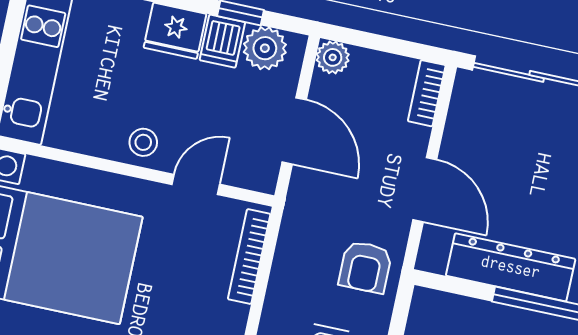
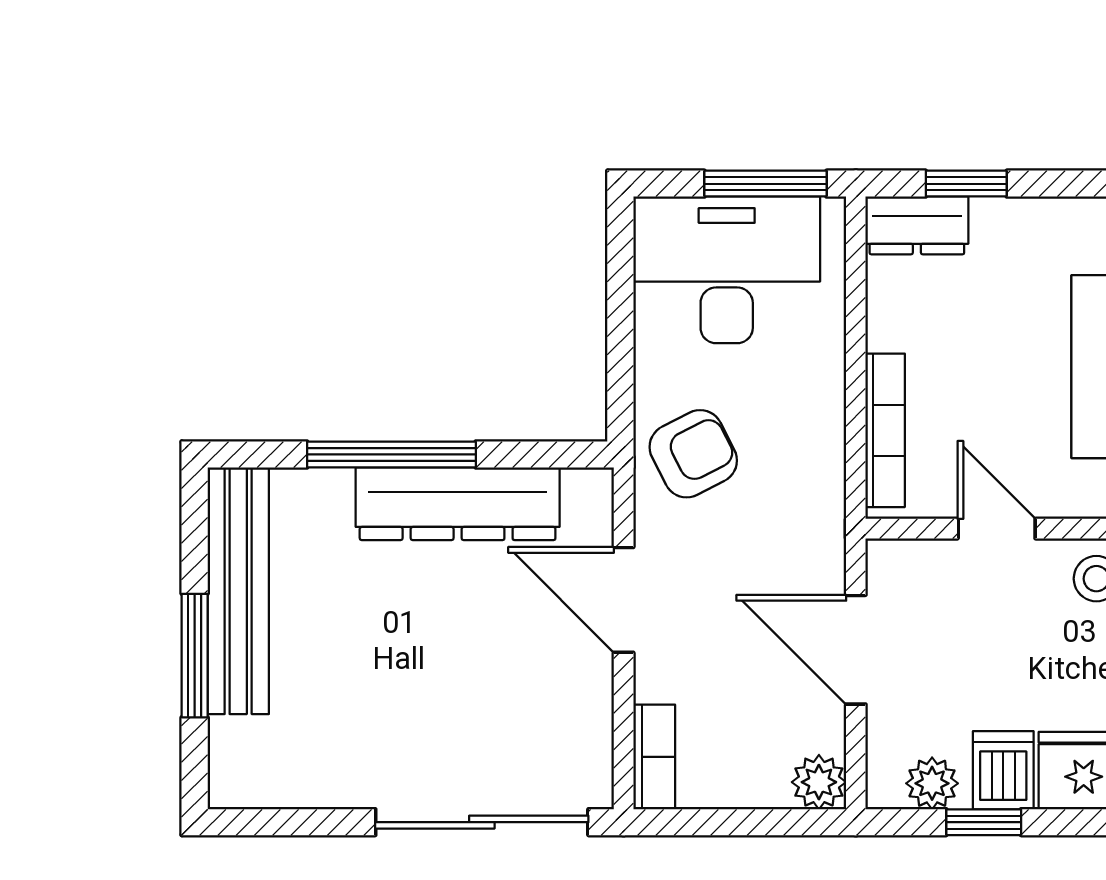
plant: (265, 48) -> (932, 783), width x0.73, depth x0.73
door: (196, 184) -> (997, 529), swing flipped
armchair: (365, 267) -> (693, 454), turned 63

